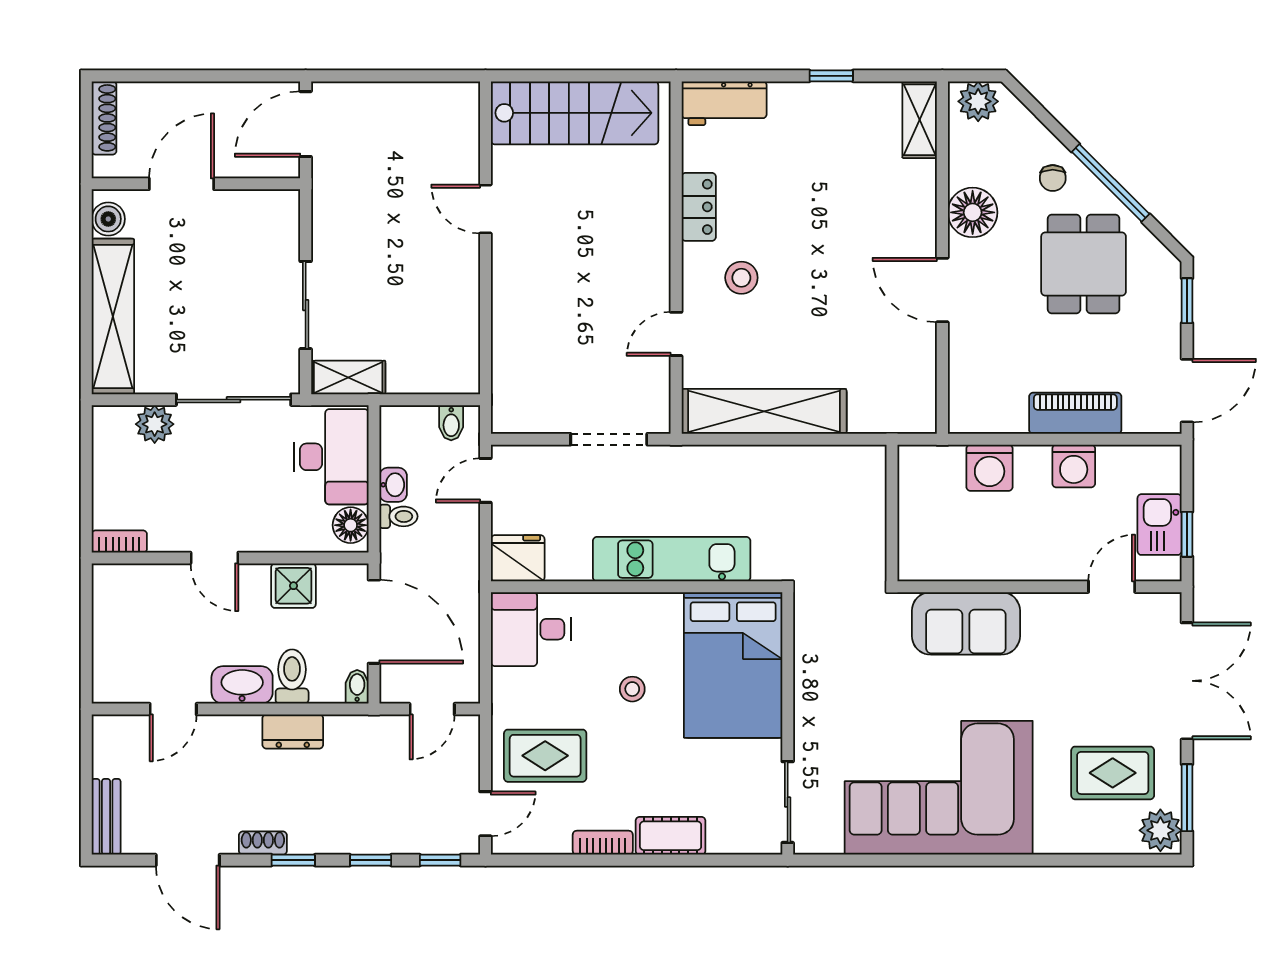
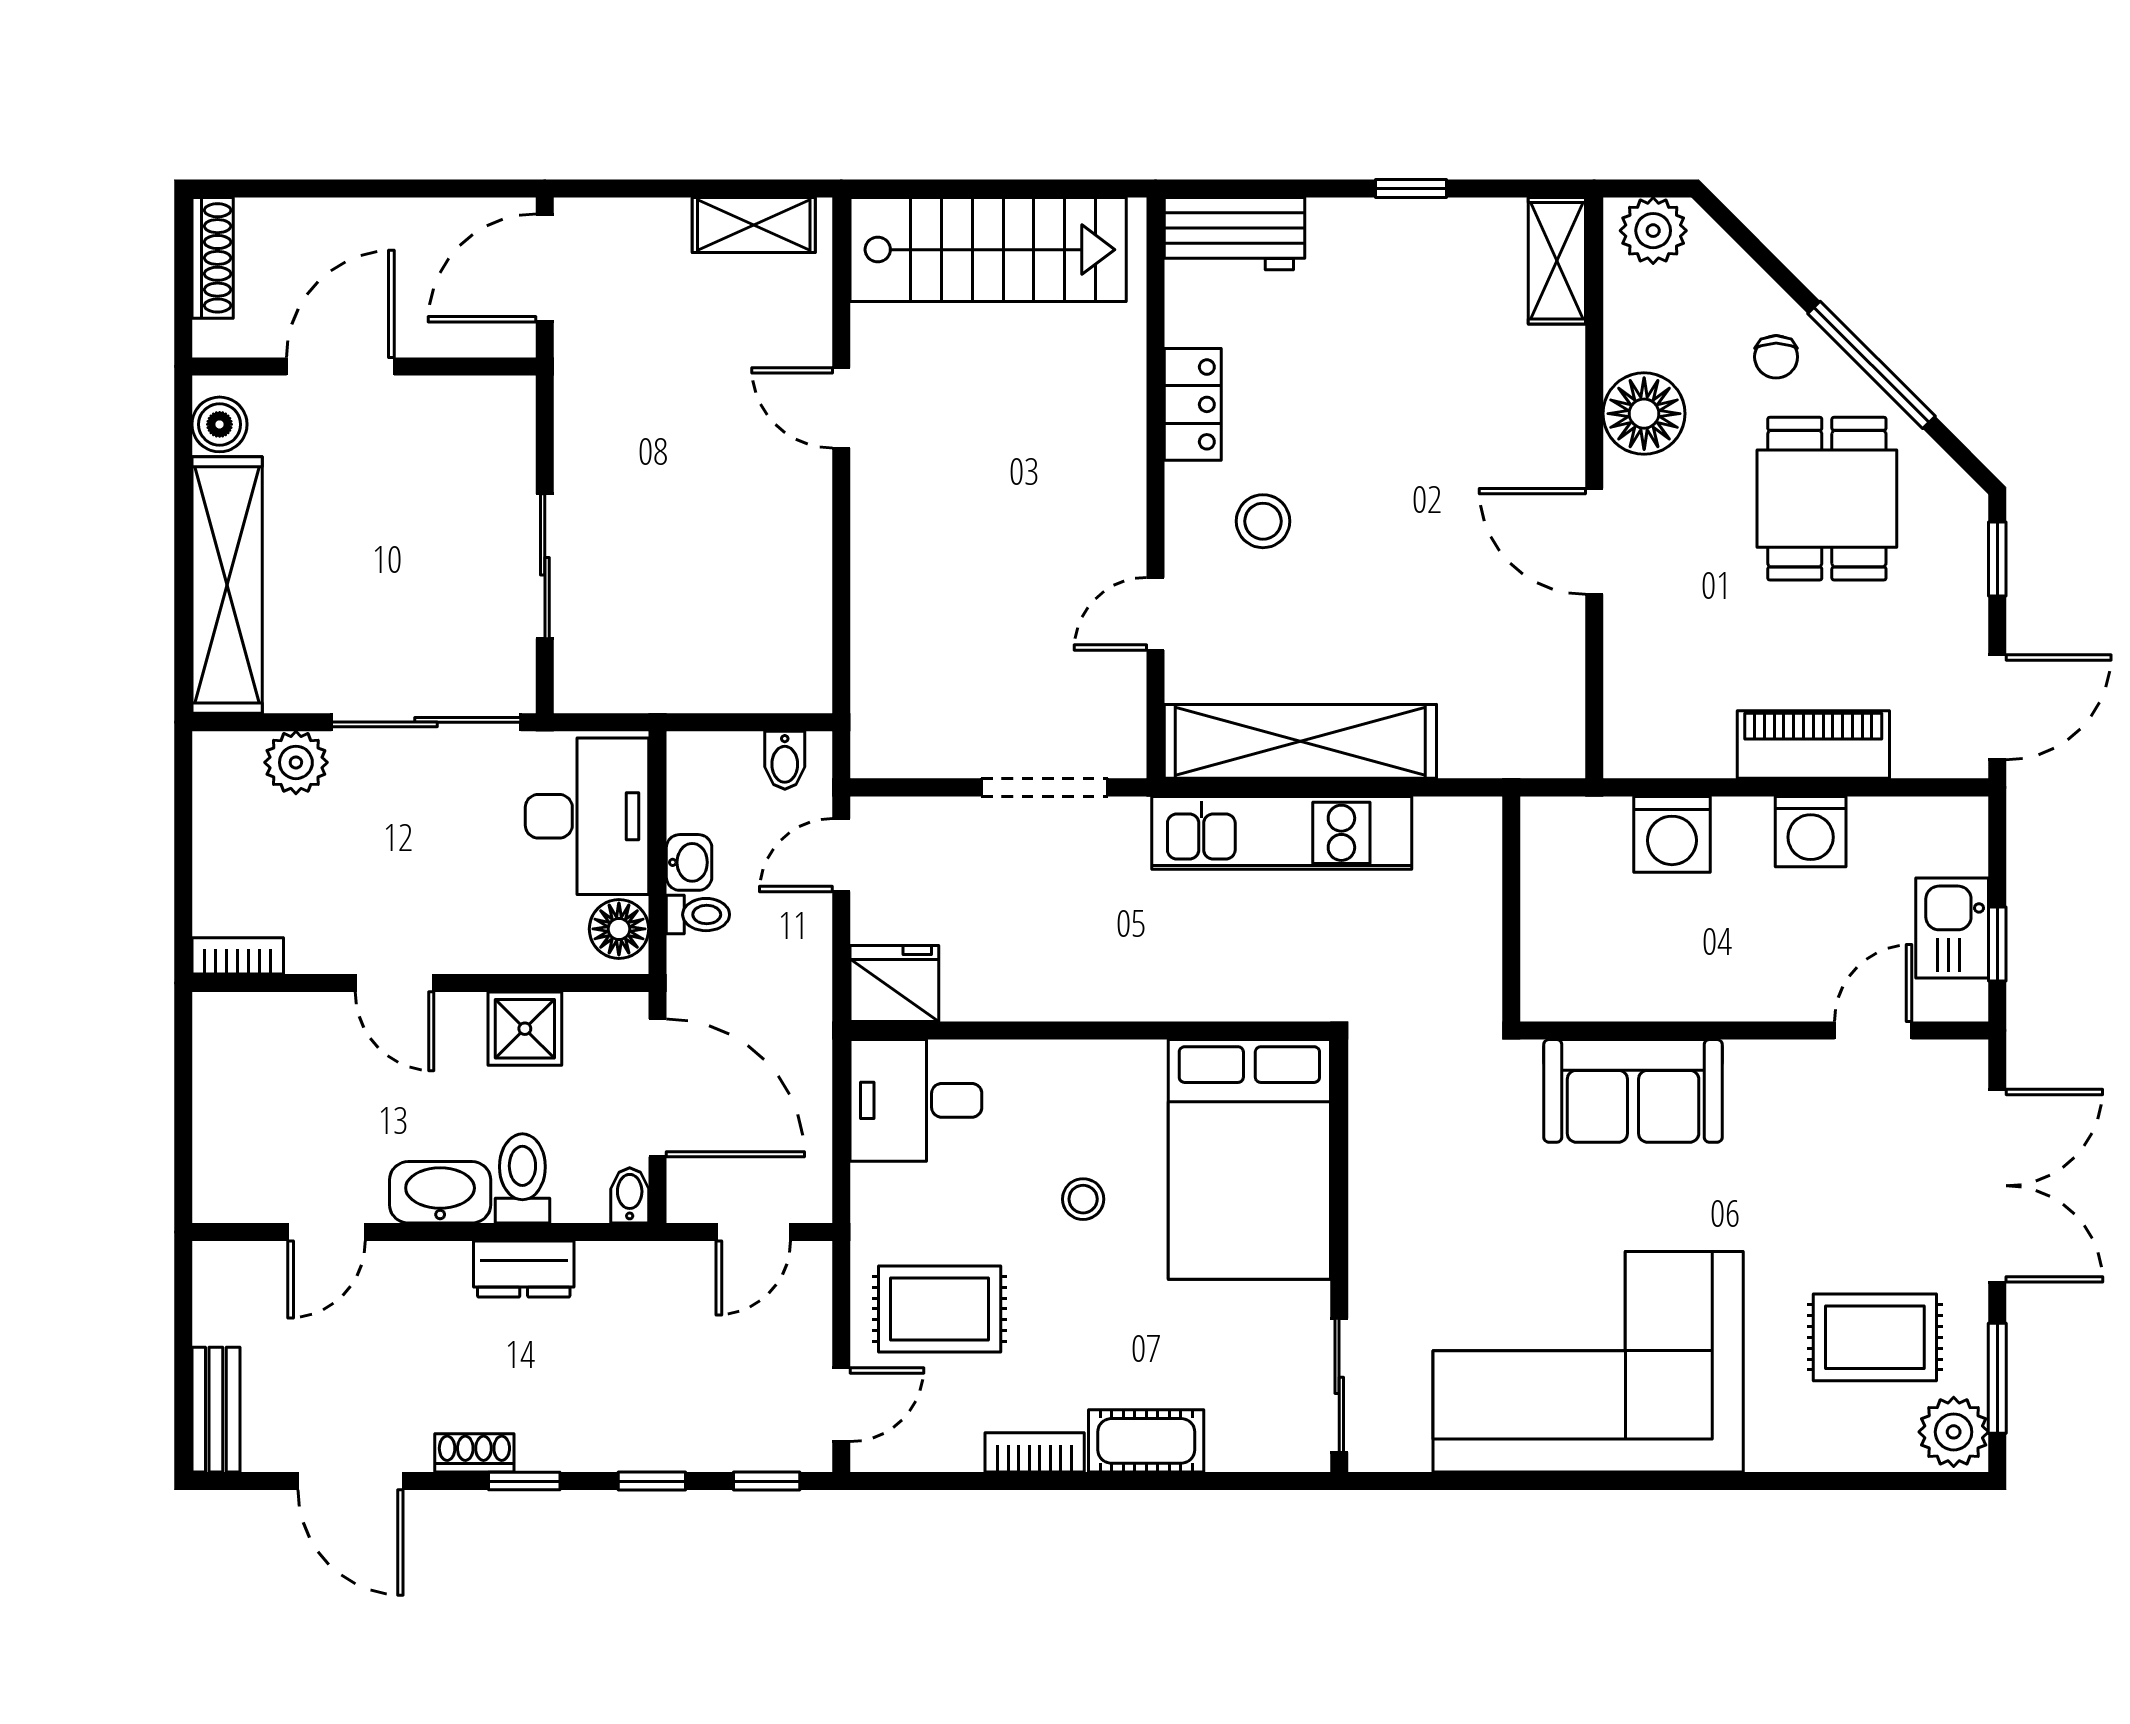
shelving: (348, 378) -> (754, 225), moved
kitchen unit: (672, 559) -> (1282, 833), moved, turned 180

